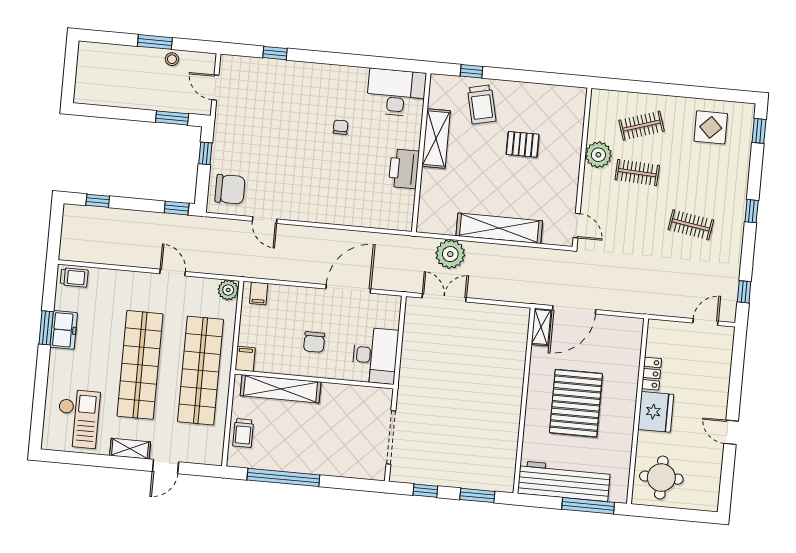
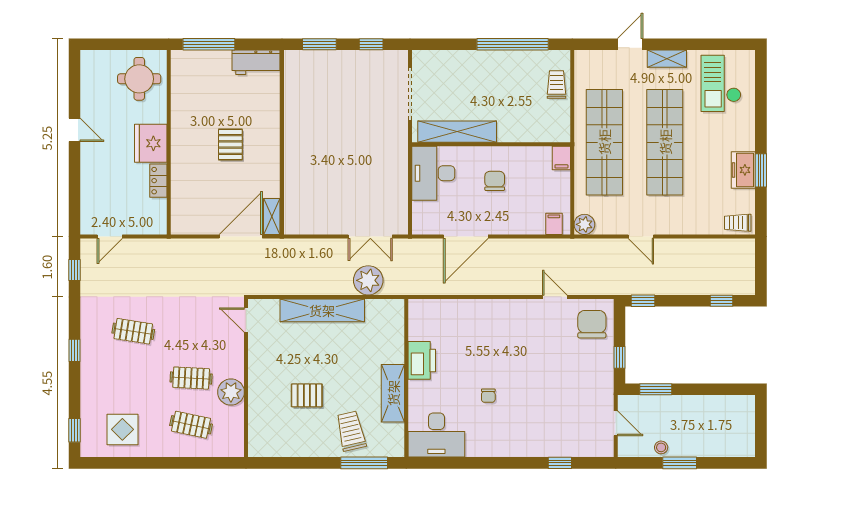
window: (471, 71) -> (364, 463), width x2.17
clothes rail: (641, 126) -> (191, 425), turned 30
chair: (230, 189) -> (592, 324), turned 90
shelving: (281, 389) -> (457, 132), moved
pallet: (576, 403) -> (230, 144), width x0.49, depth x0.50
workbench: (564, 481) -> (256, 62), width x0.53, depth x0.76

